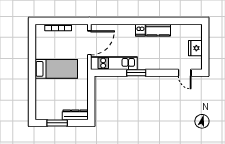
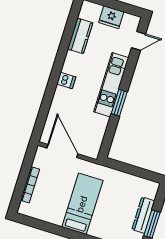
kitchen counter: (158, 30) -> (80, 36), moved
kitchen unit: (114, 63) -> (111, 85), moved
dresser: (75, 115) -> (143, 215), moved

